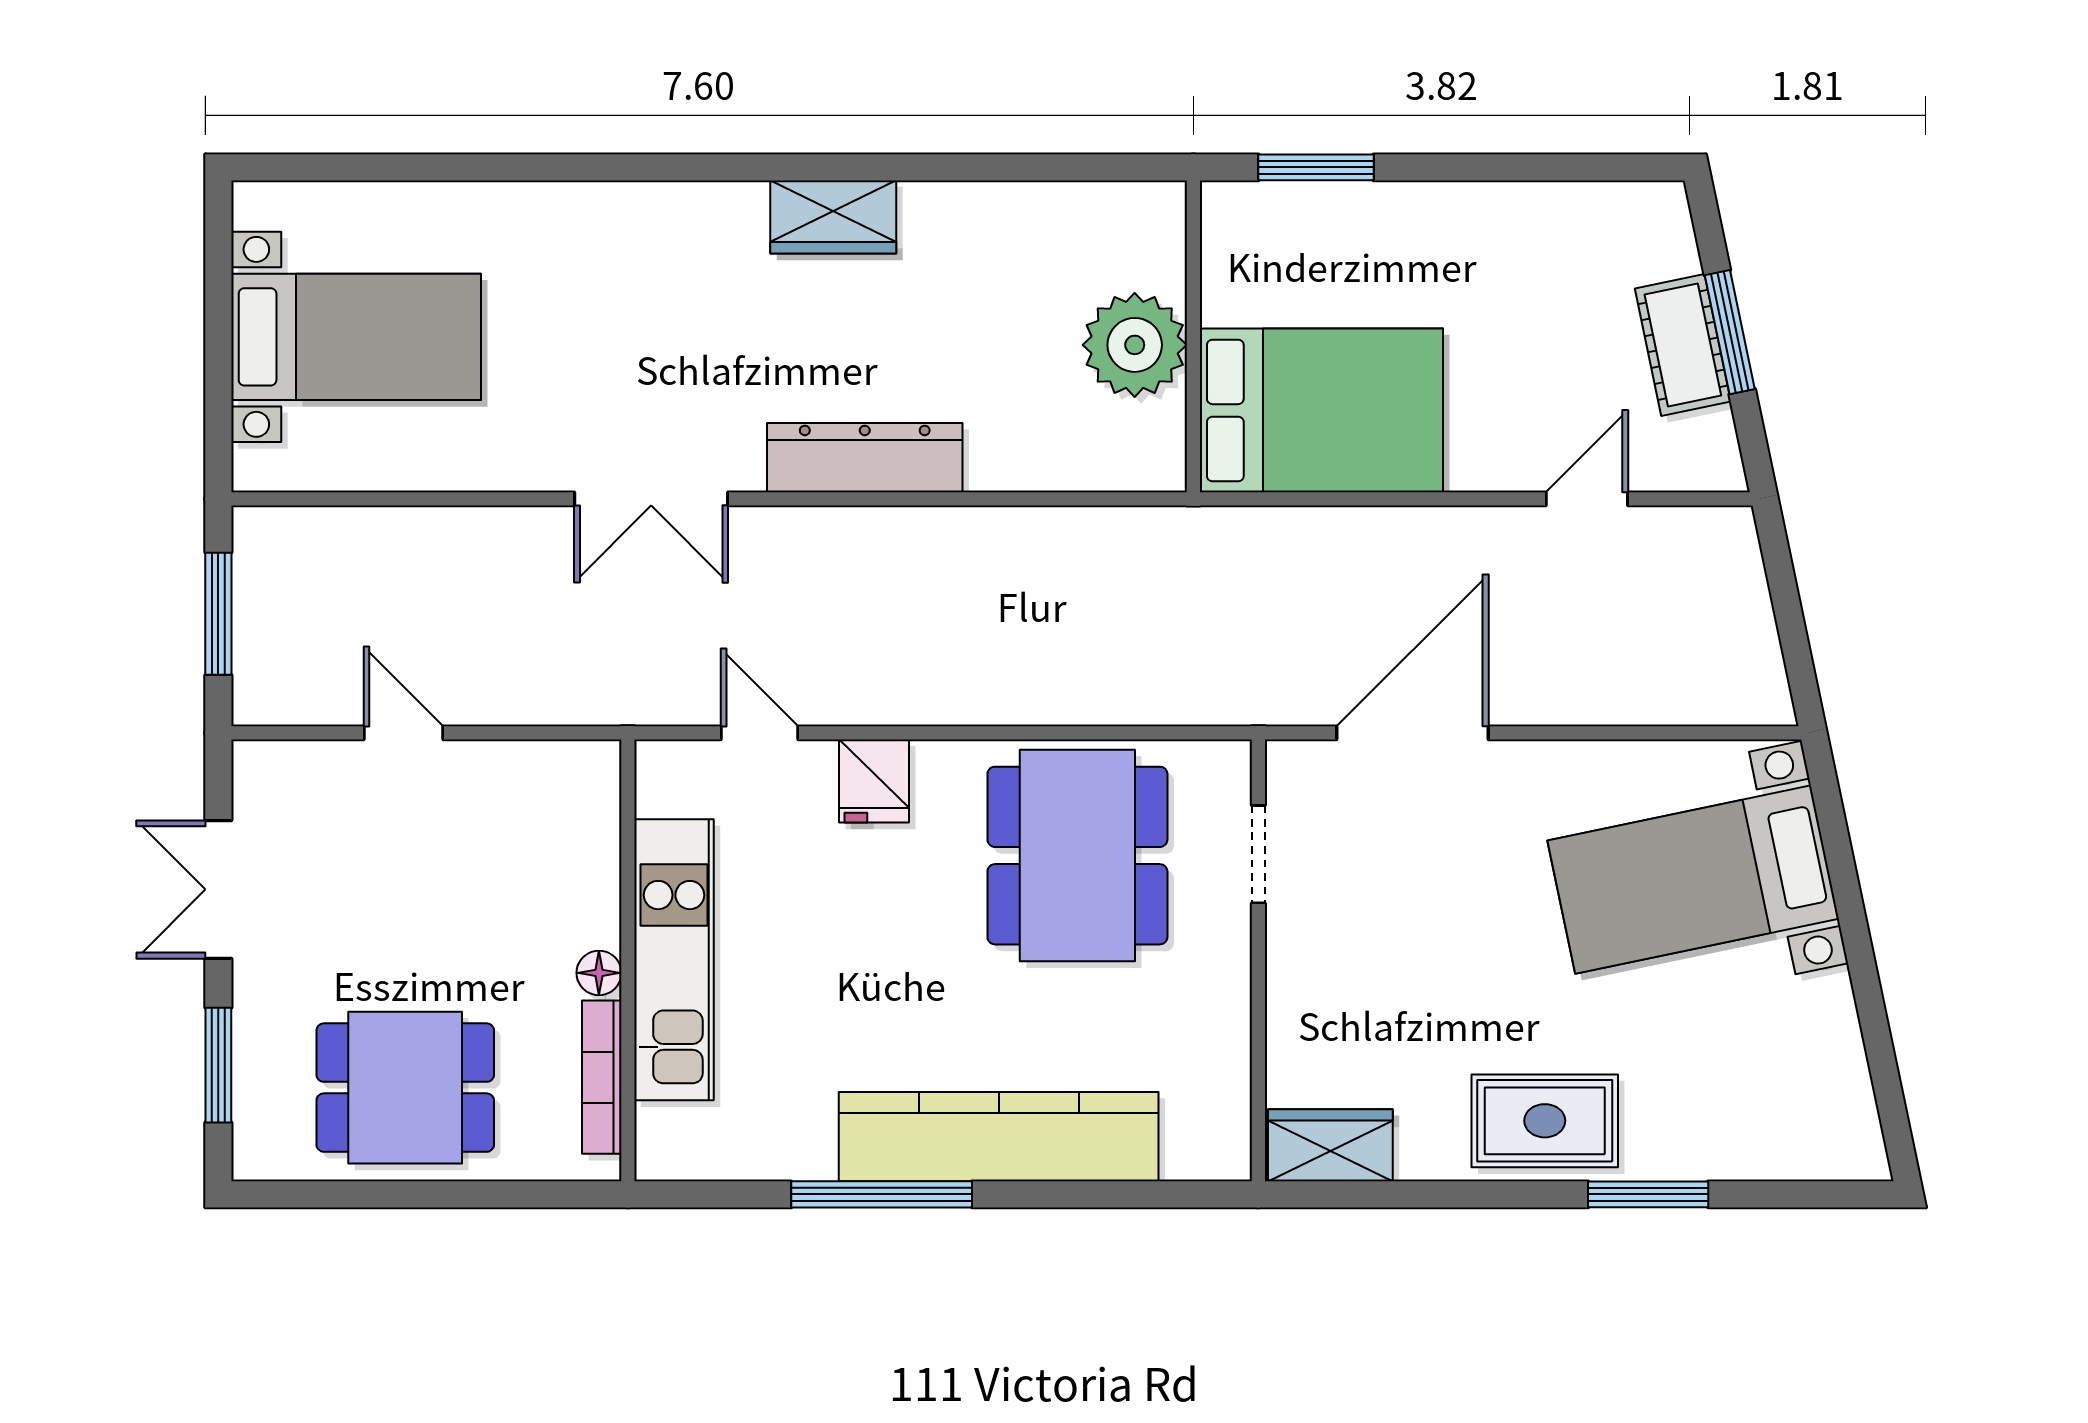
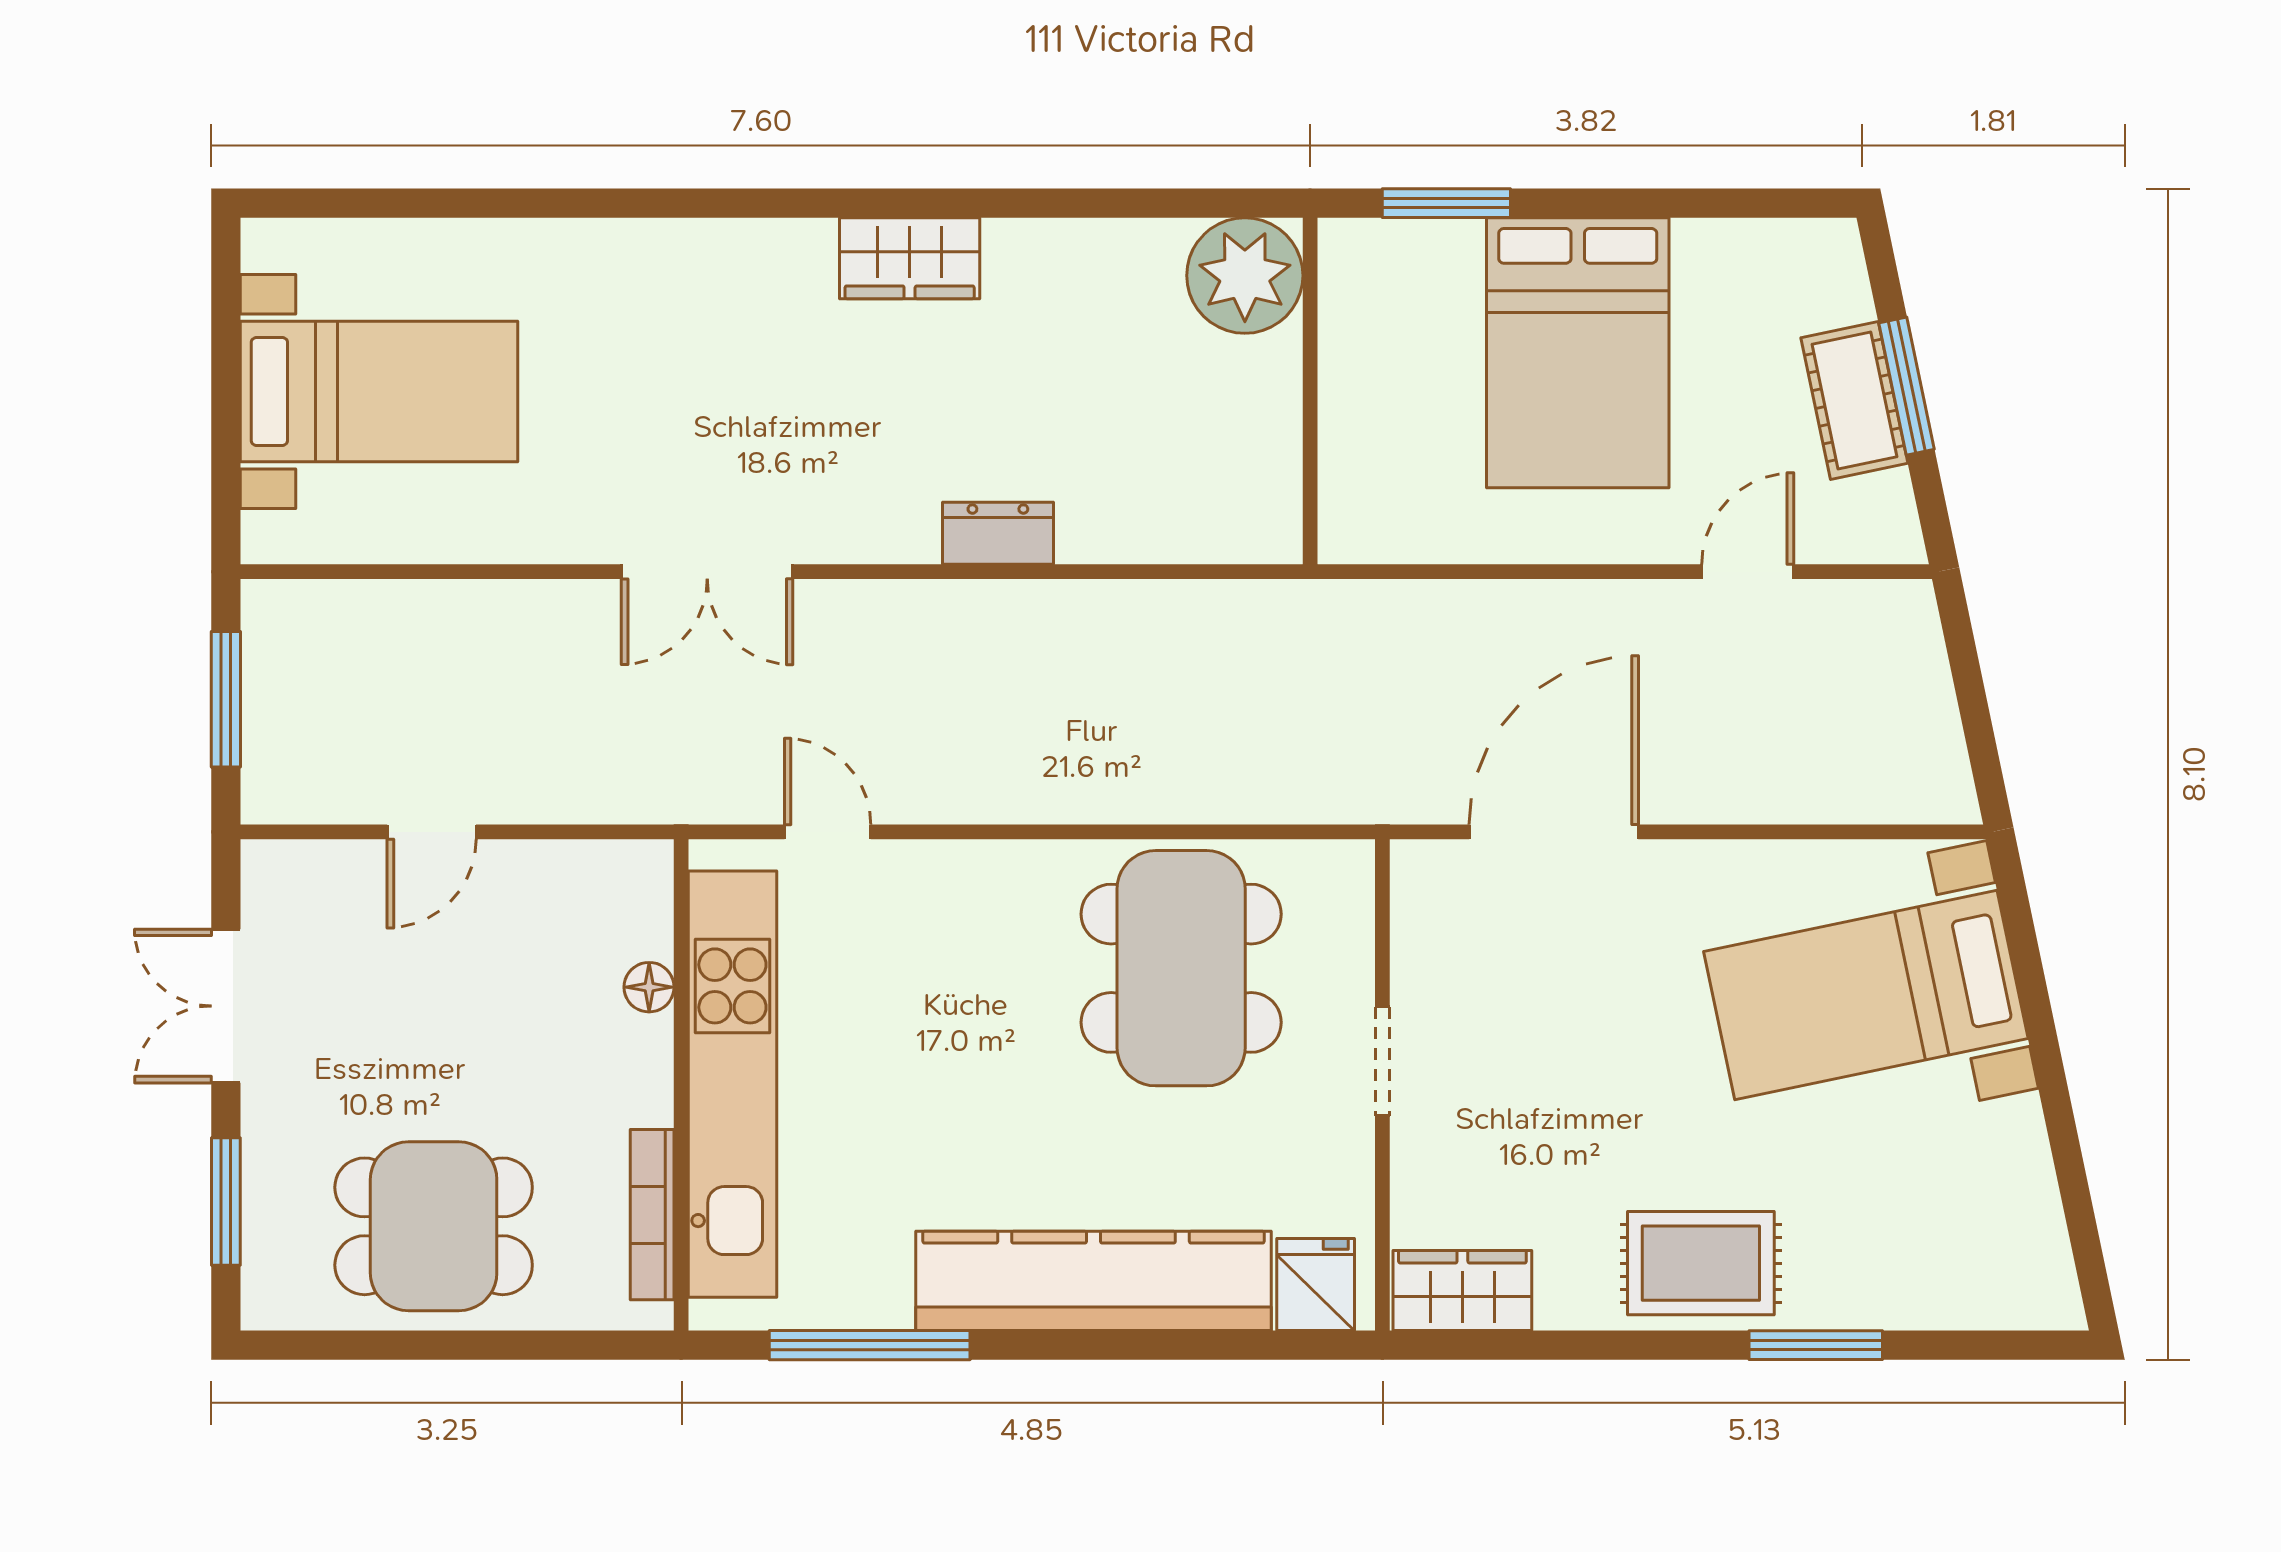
plant: (1135, 345) -> (1245, 276), moved
bed: (1321, 410) -> (1578, 353), moved, turned 90
dresser: (865, 458) -> (998, 533), width x0.51, depth x0.80
door: (403, 733) -> (432, 832), swing flipped
fridge: (874, 781) -> (1316, 1284), moved, turned 180
doorway: (1258, 854) -> (1382, 1061), moved
kitchen unit: (674, 960) -> (732, 1084), width x1.36
floor lamp: (599, 973) -> (649, 987), moved
window: (882, 1194) -> (870, 1345), moved

